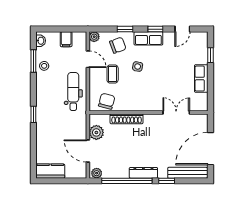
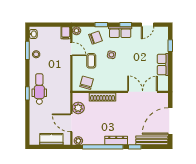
filing cabinet: (66, 39) -> (66, 33), moved
dental chair: (73, 91) -> (39, 89), moved
double door: (176, 112) -> (143, 92), width x1.37
kitchen counter: (50, 171) -> (51, 139), moved

